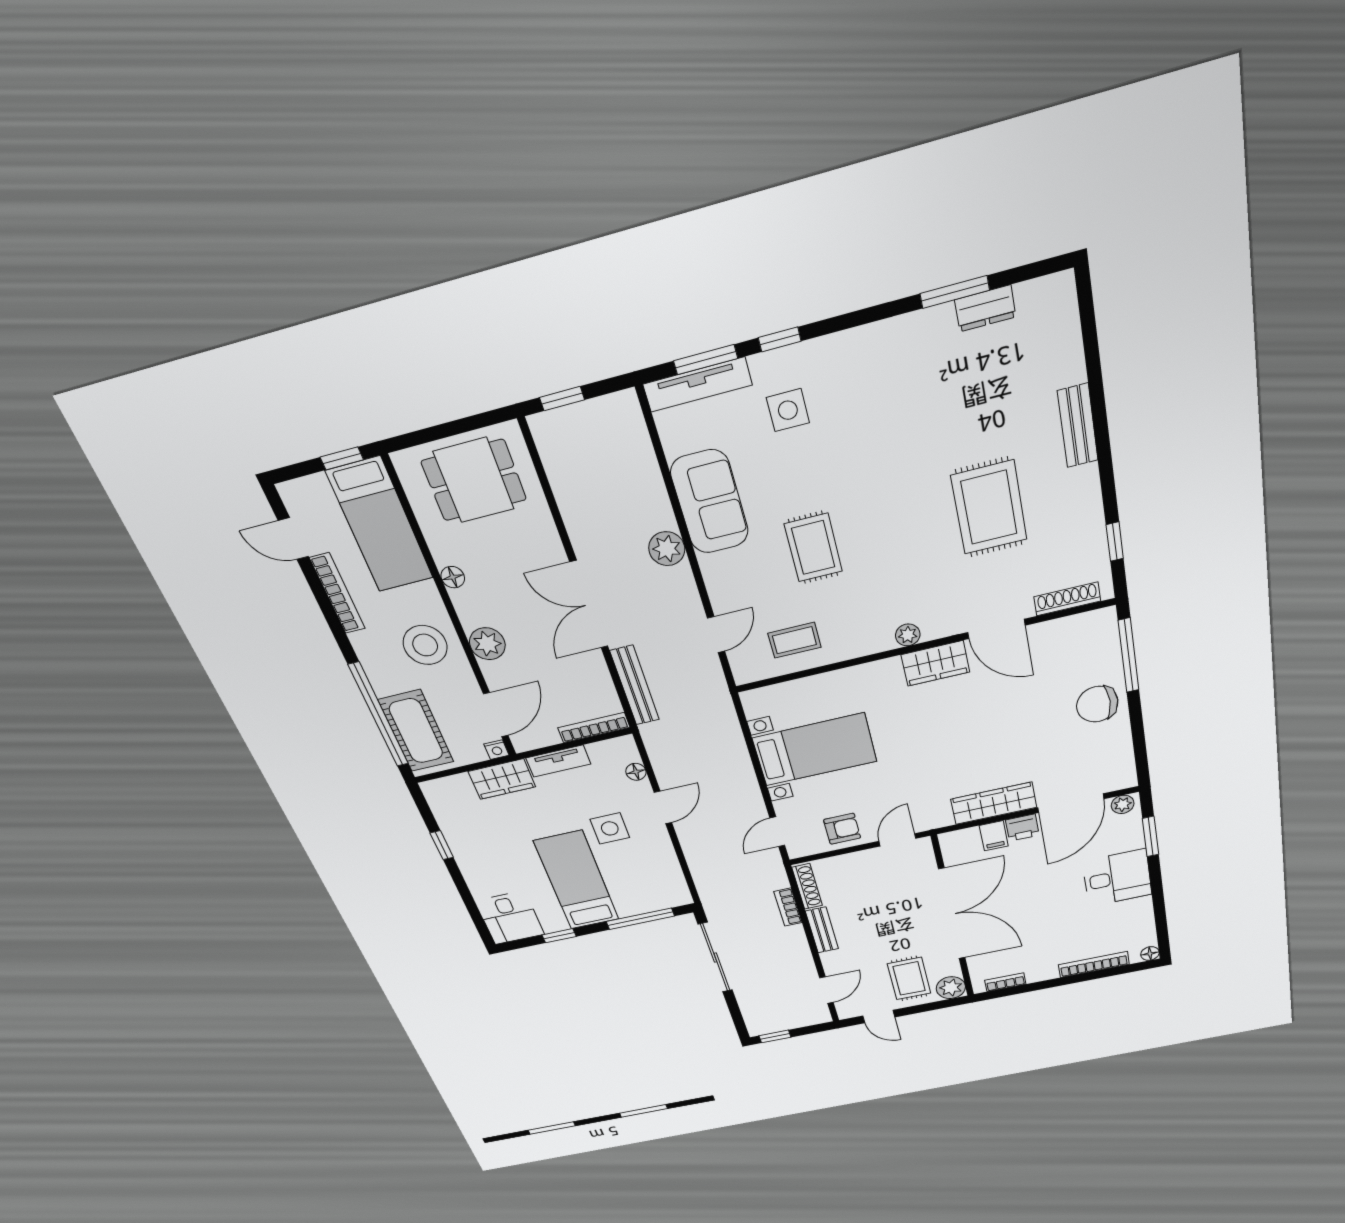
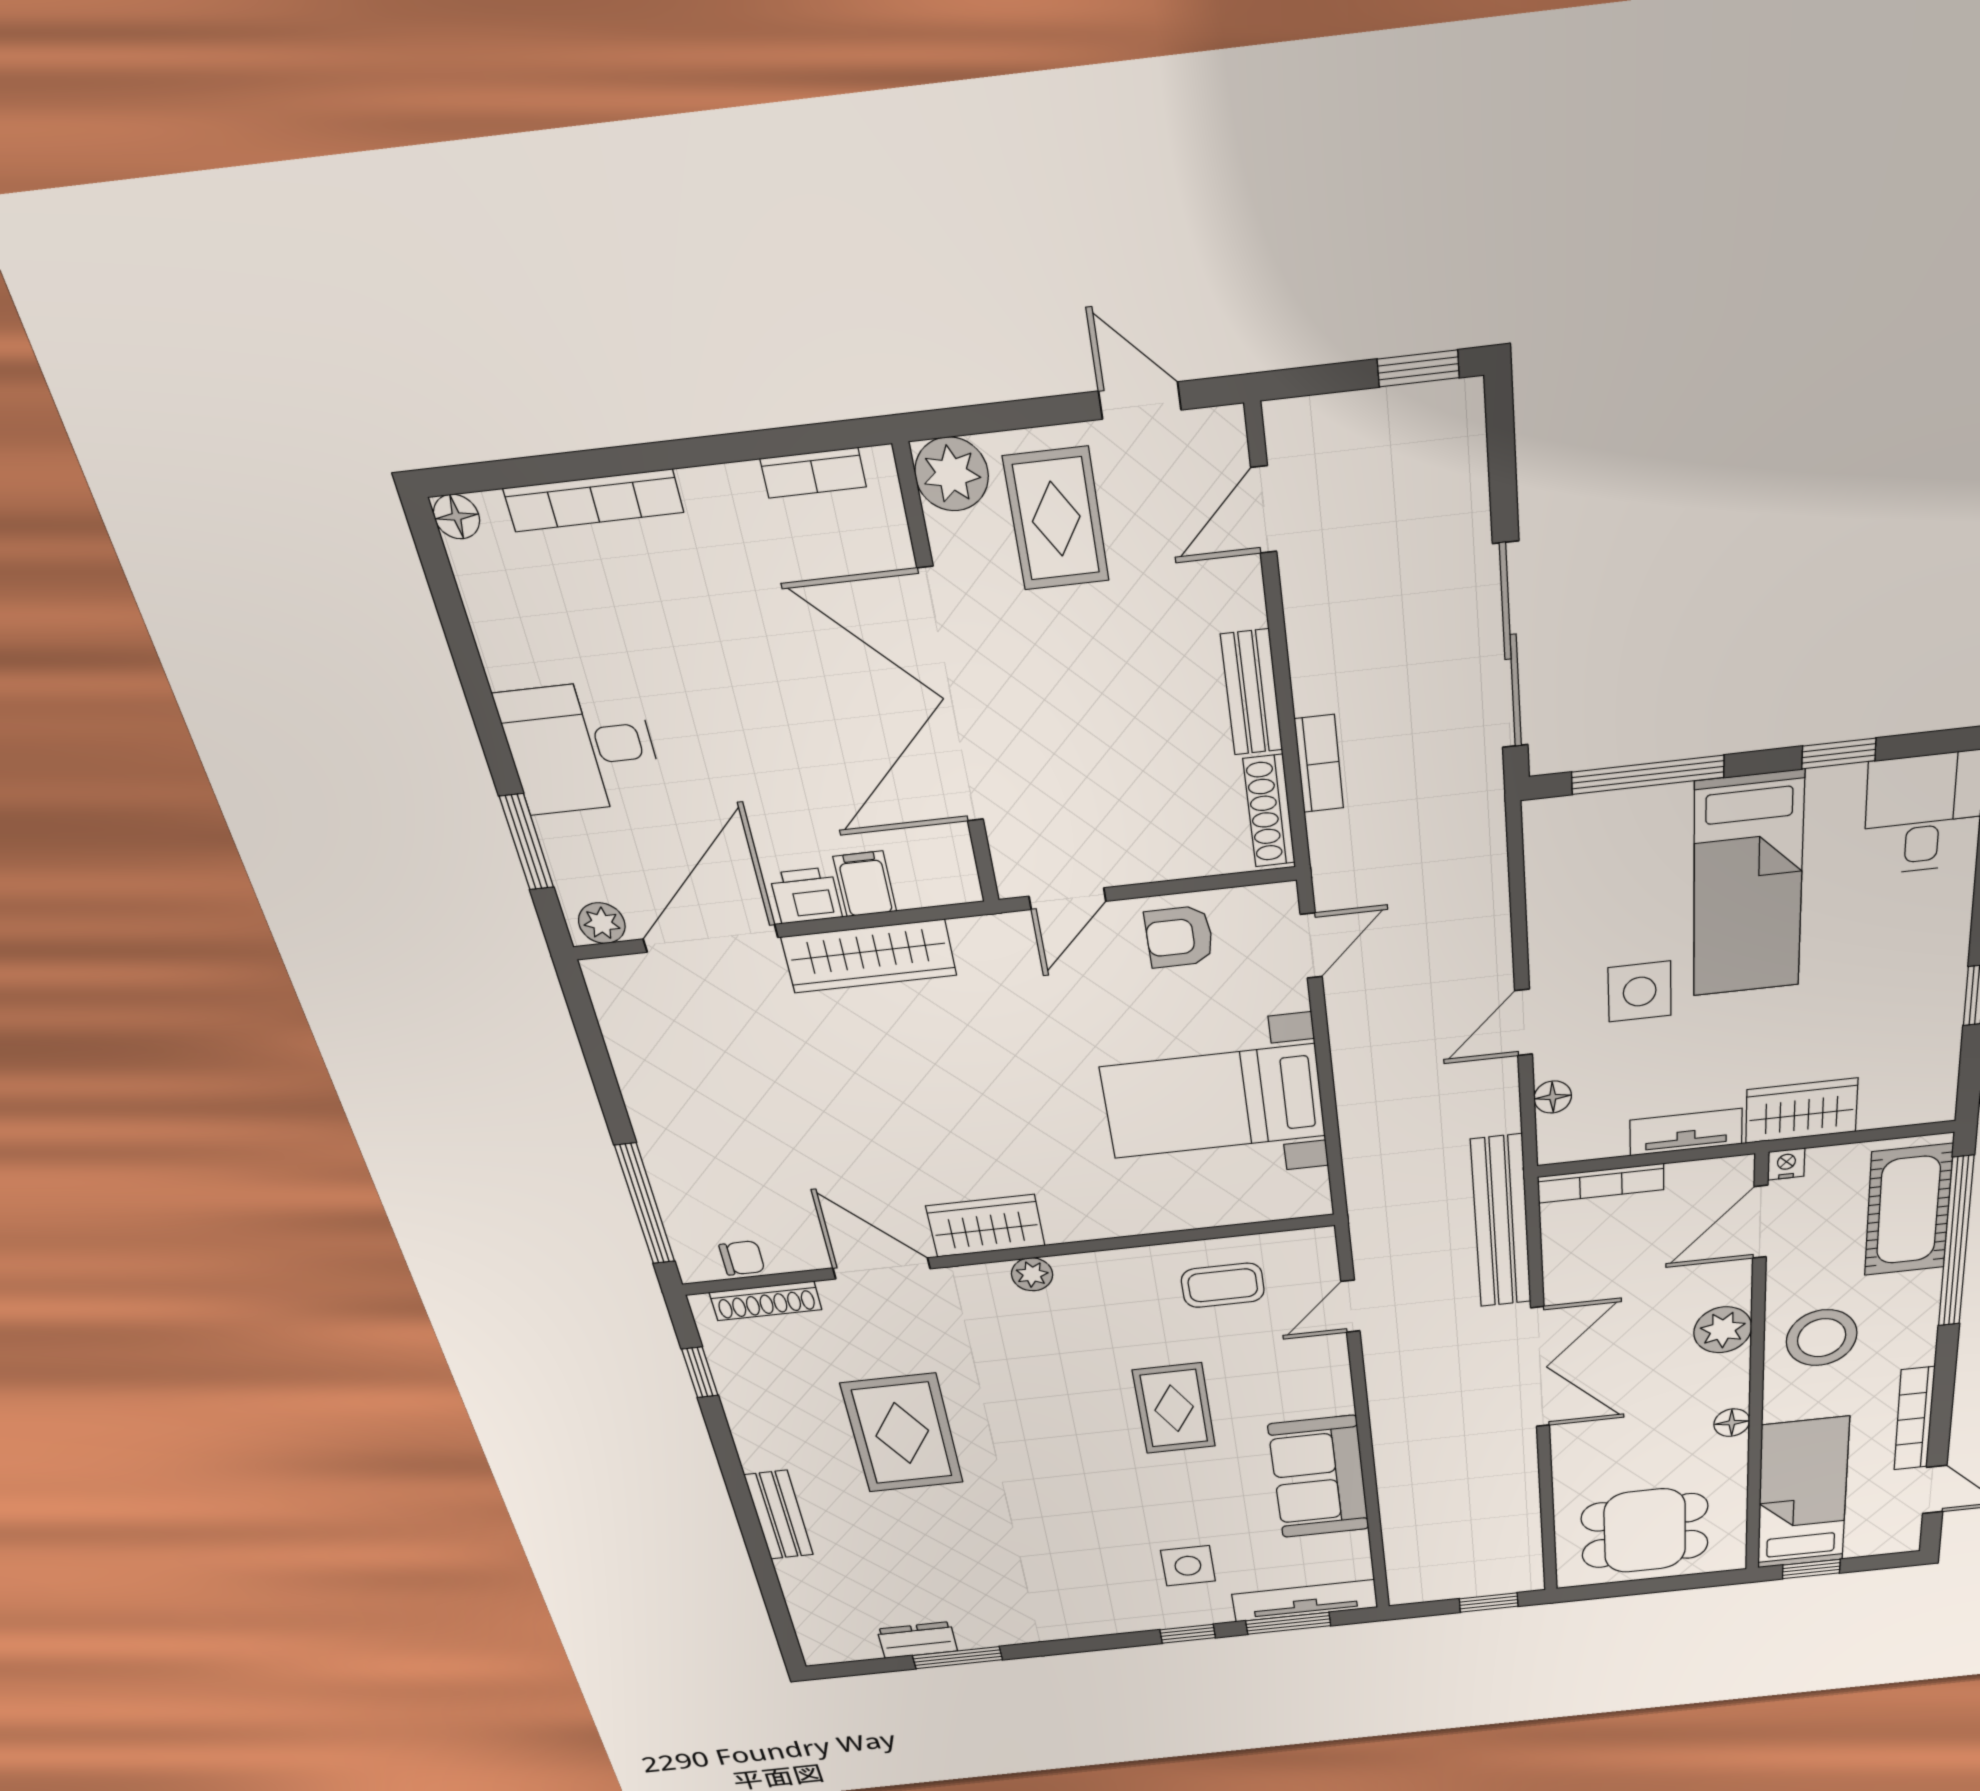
plant: (667, 549) -> (1397, 1428), removed
bench: (635, 685) -> (1501, 1222), width x1.37, depth x1.21
chair: (1097, 704) -> (742, 1258), moved, width x0.54, depth x0.54

